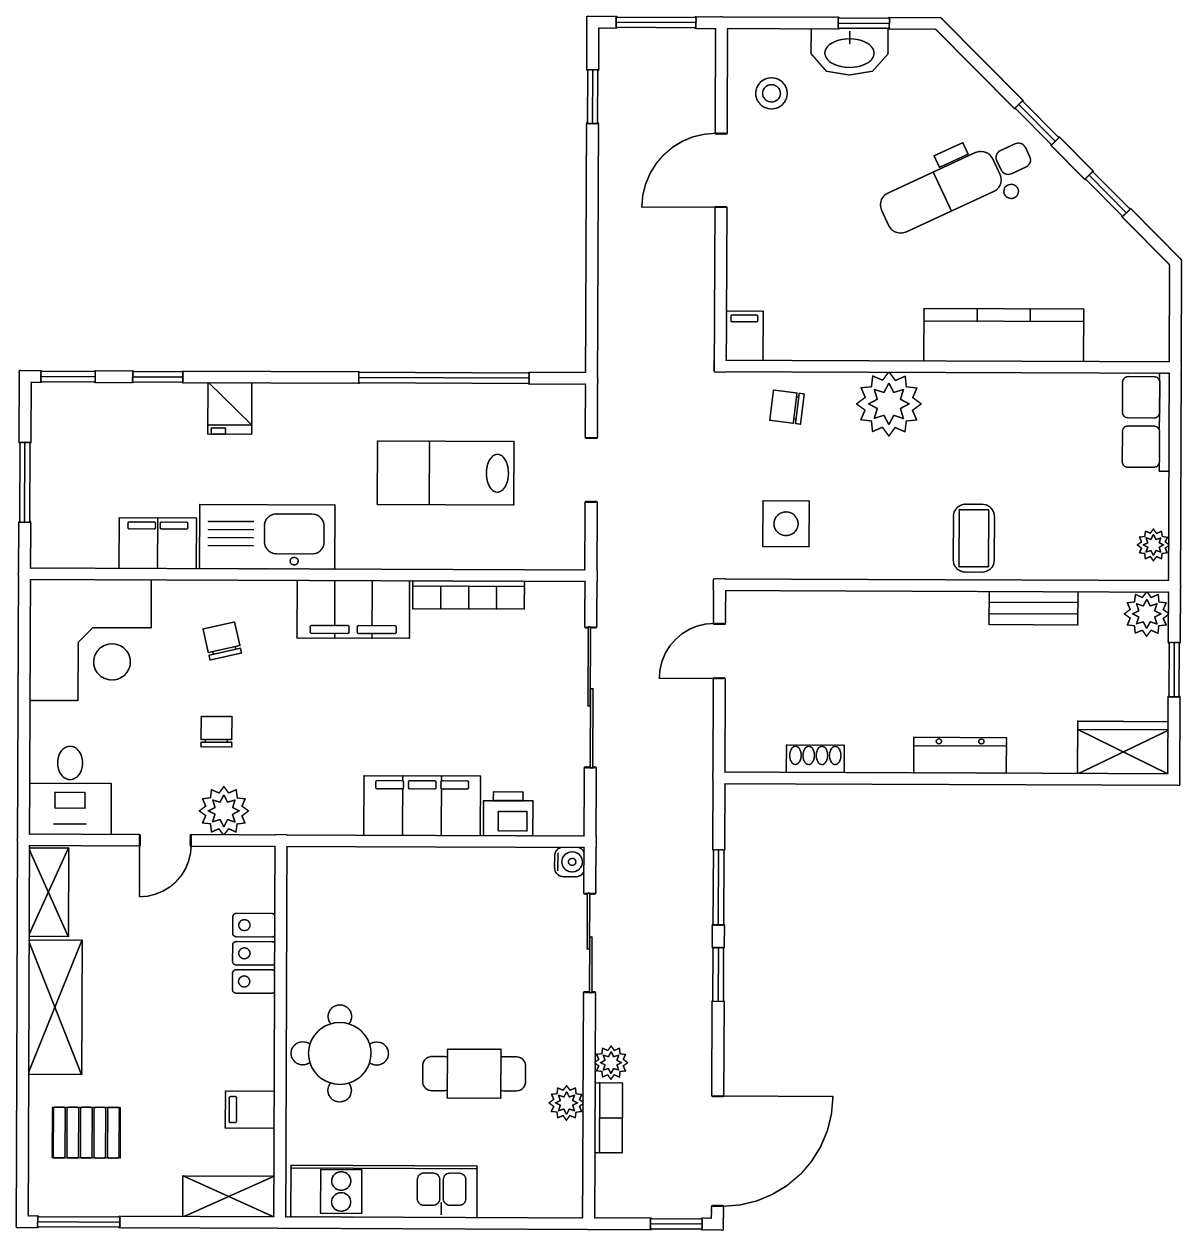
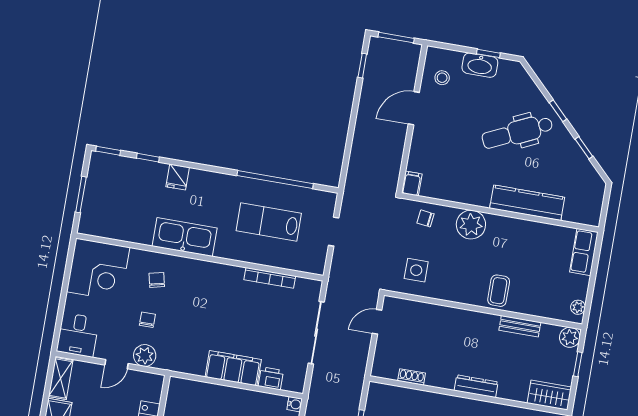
filing cabinet: (158, 543) -> (135, 232), removed
filing cabinet: (353, 609) -> (217, 276), removed

